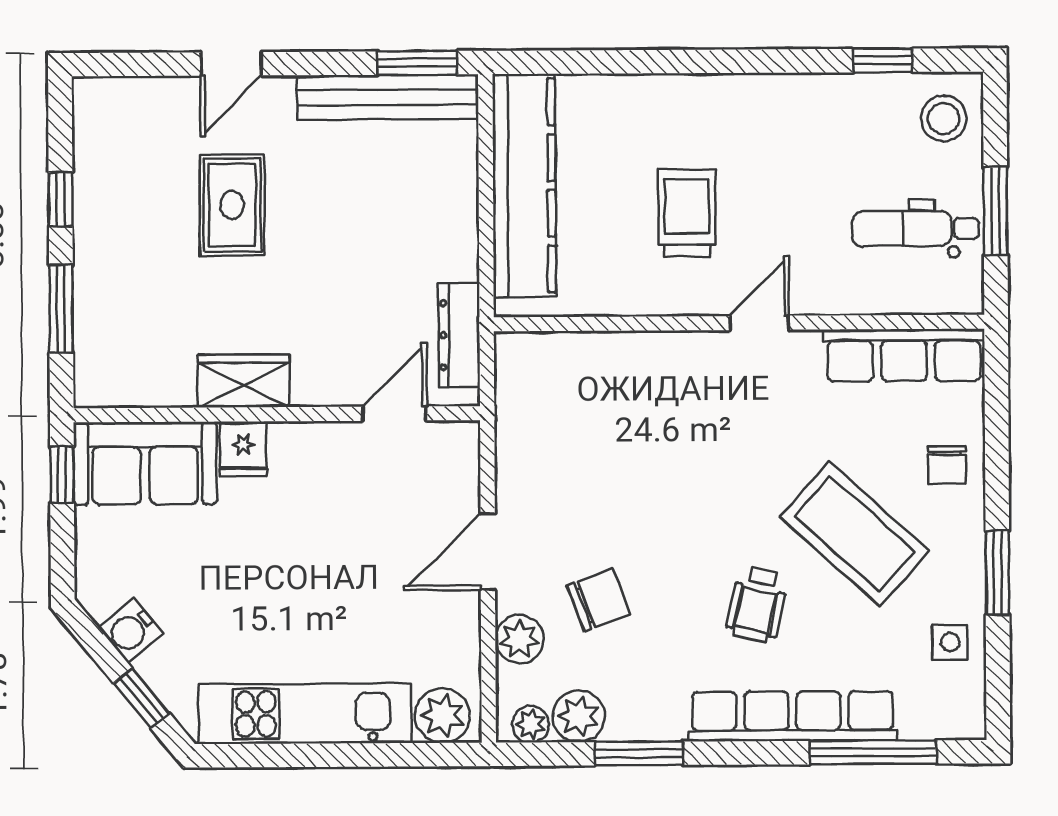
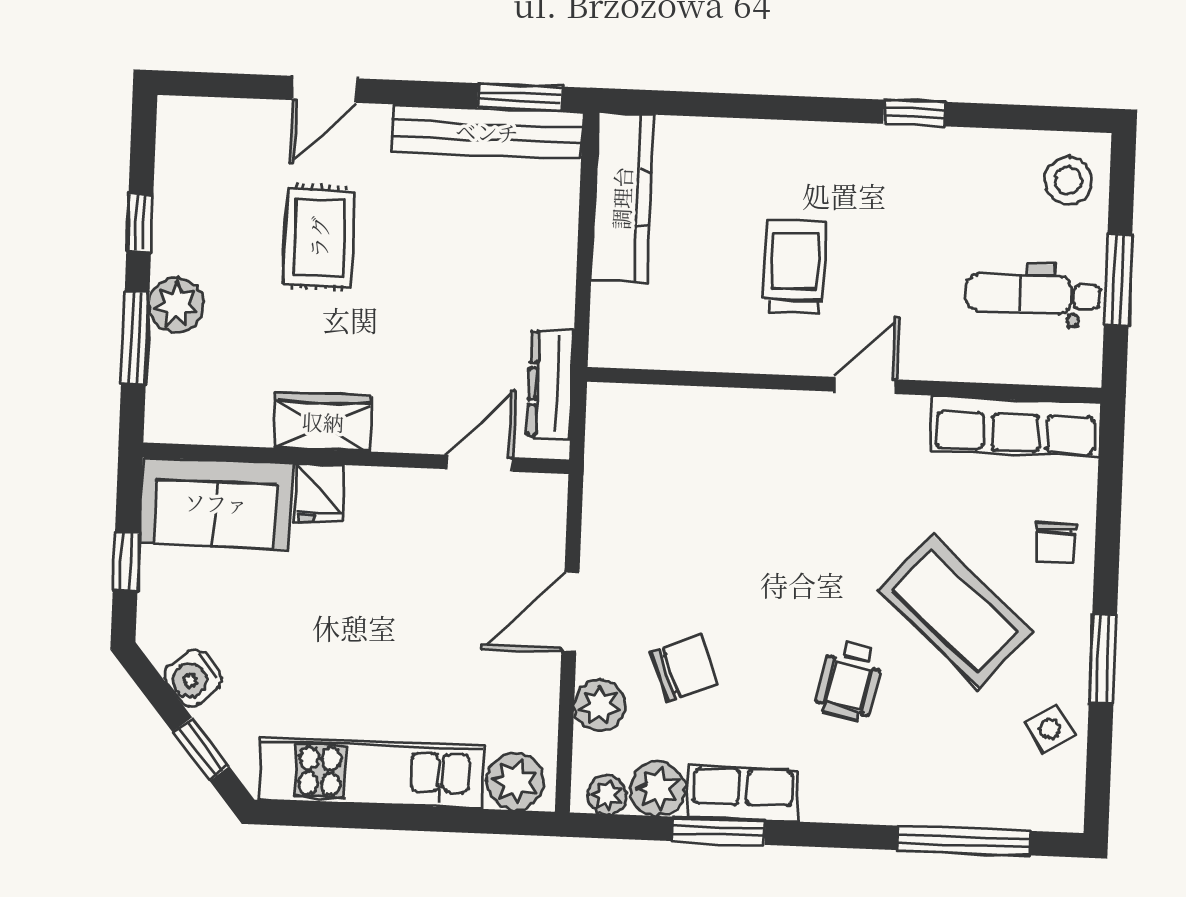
window: (883, 60) -> (915, 113), moved
kitchen counter: (524, 186) -> (622, 198), width x0.72, depth x0.86
plant: (99, 276) -> (176, 305), added
window: (62, 475) -> (126, 561), moved
side table: (950, 642) -> (1050, 729), turned -32
row of seats: (792, 716) -> (743, 793), moved, width x0.50

